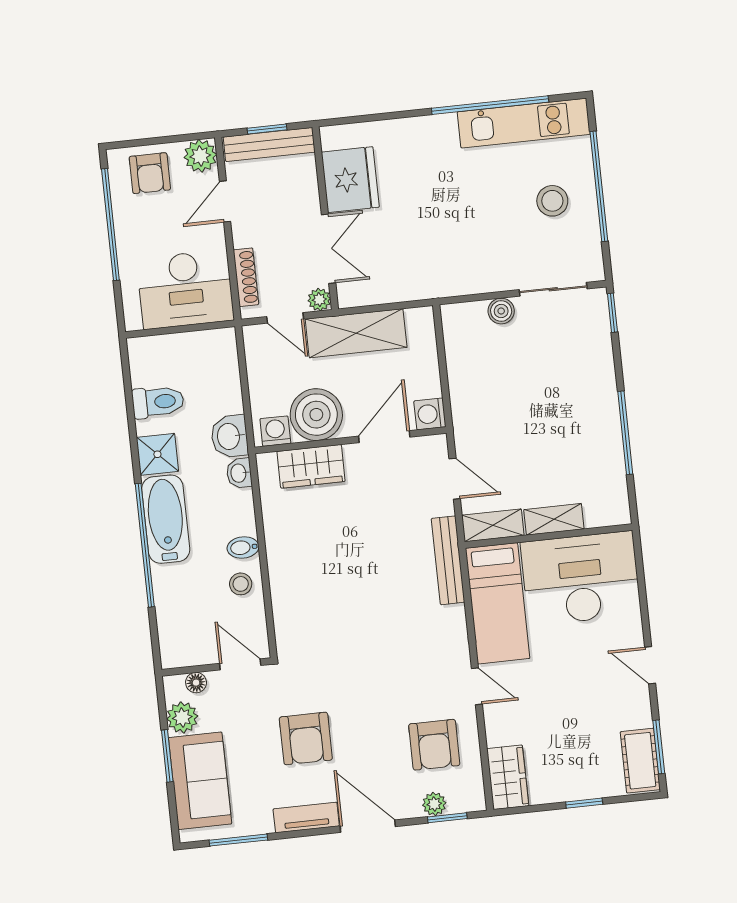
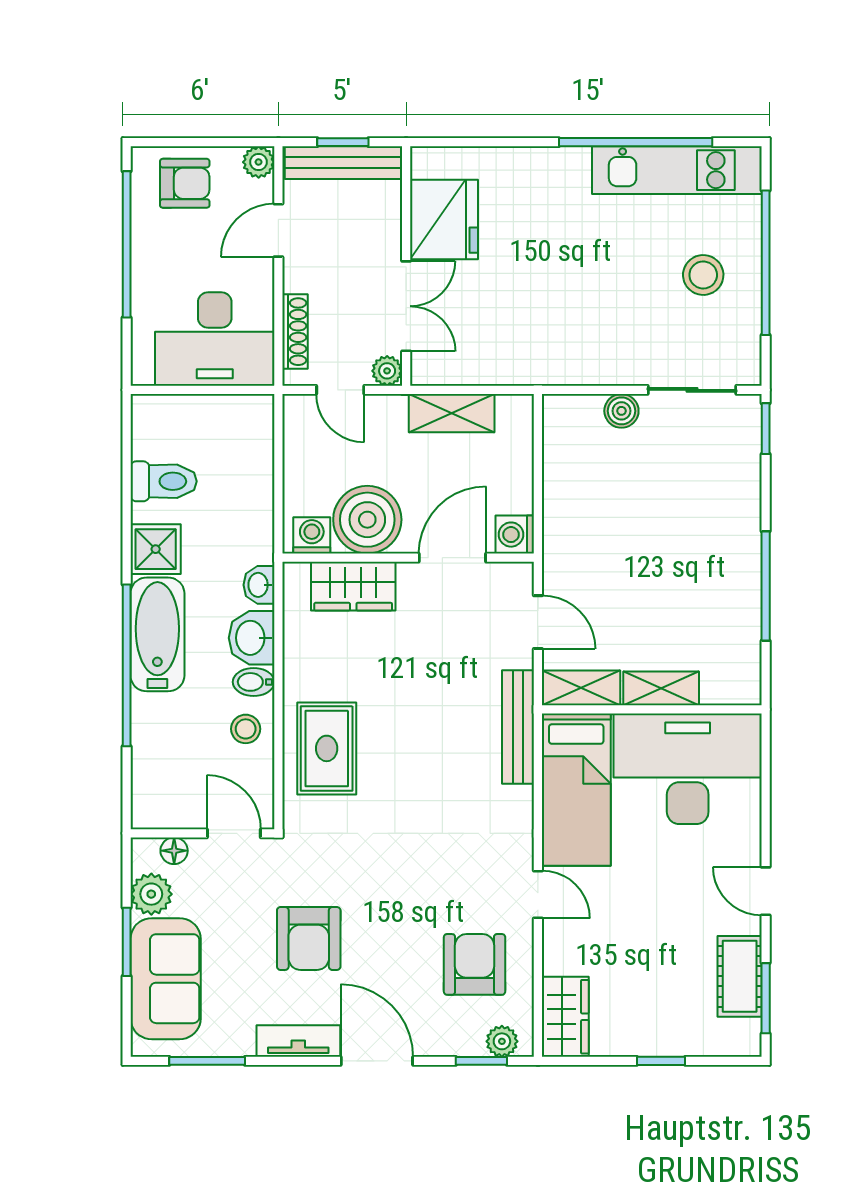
plant: (200, 156) -> (259, 162), width x0.73, depth x0.73
armchair: (150, 173) -> (185, 183), turned -90
shelving: (356, 333) -> (452, 413), width x0.67, depth x0.75
washbasin: (229, 436) -> (252, 638), moved
rug: (304, 592) -> (327, 748), added
armchair: (434, 745) -> (475, 964), turned 180
cot: (640, 761) -> (740, 976), moved
plant: (434, 804) -> (502, 1041), moved

